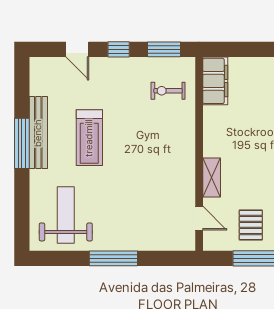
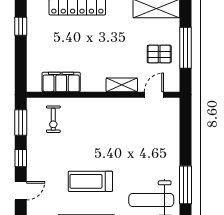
filing cabinet: (215, 81) -> (61, 82), moved
treadmill: (89, 138) -> (90, 181), turned 180
window: (113, 258) -> (186, 185), moved

